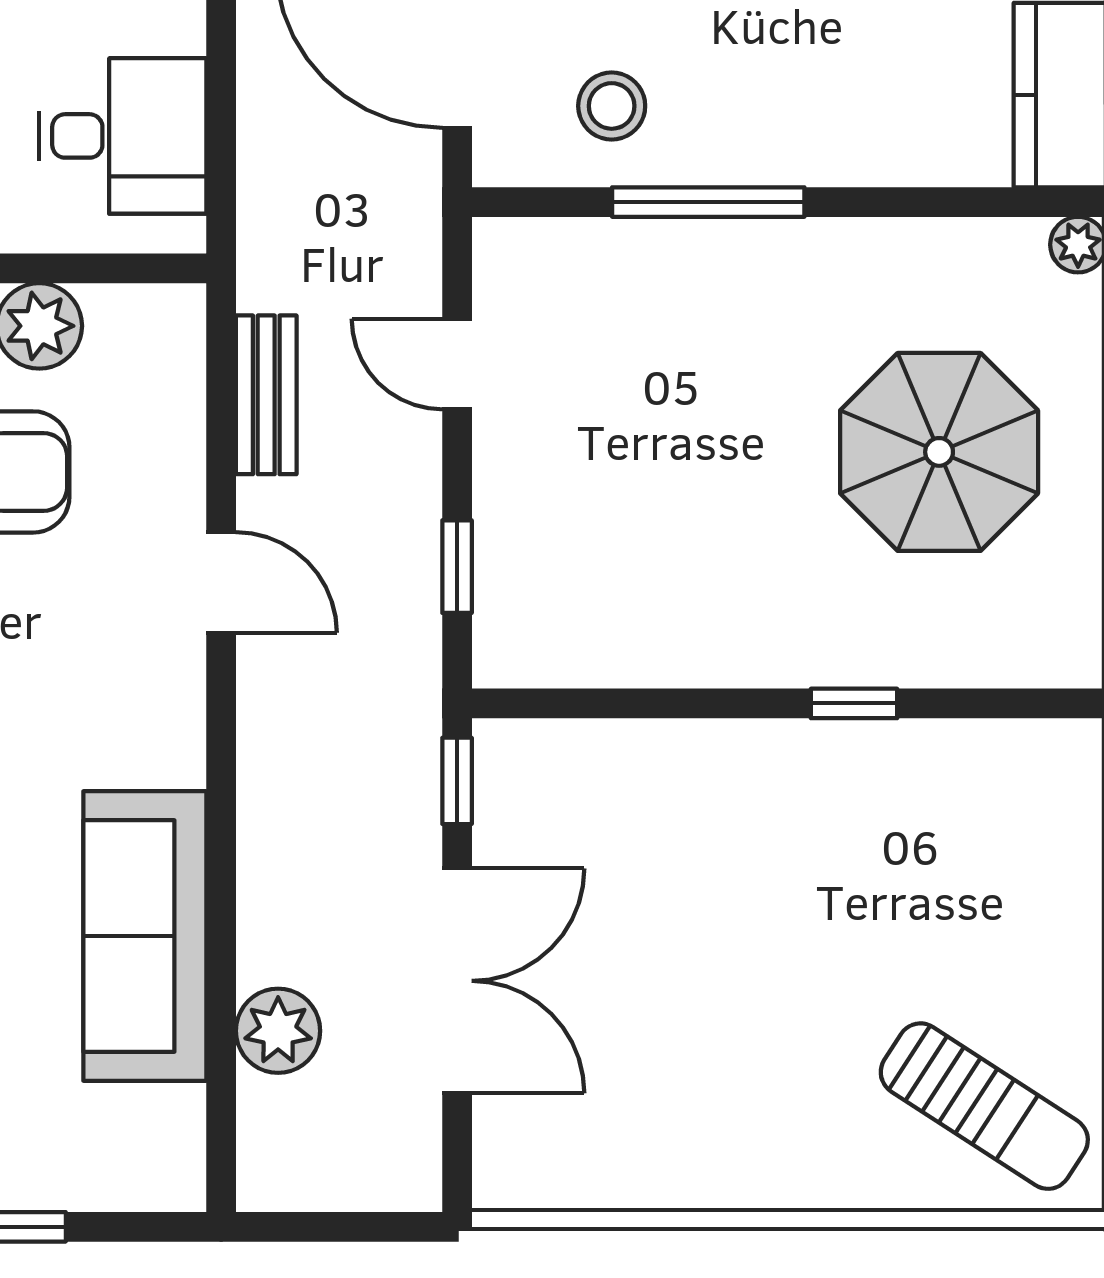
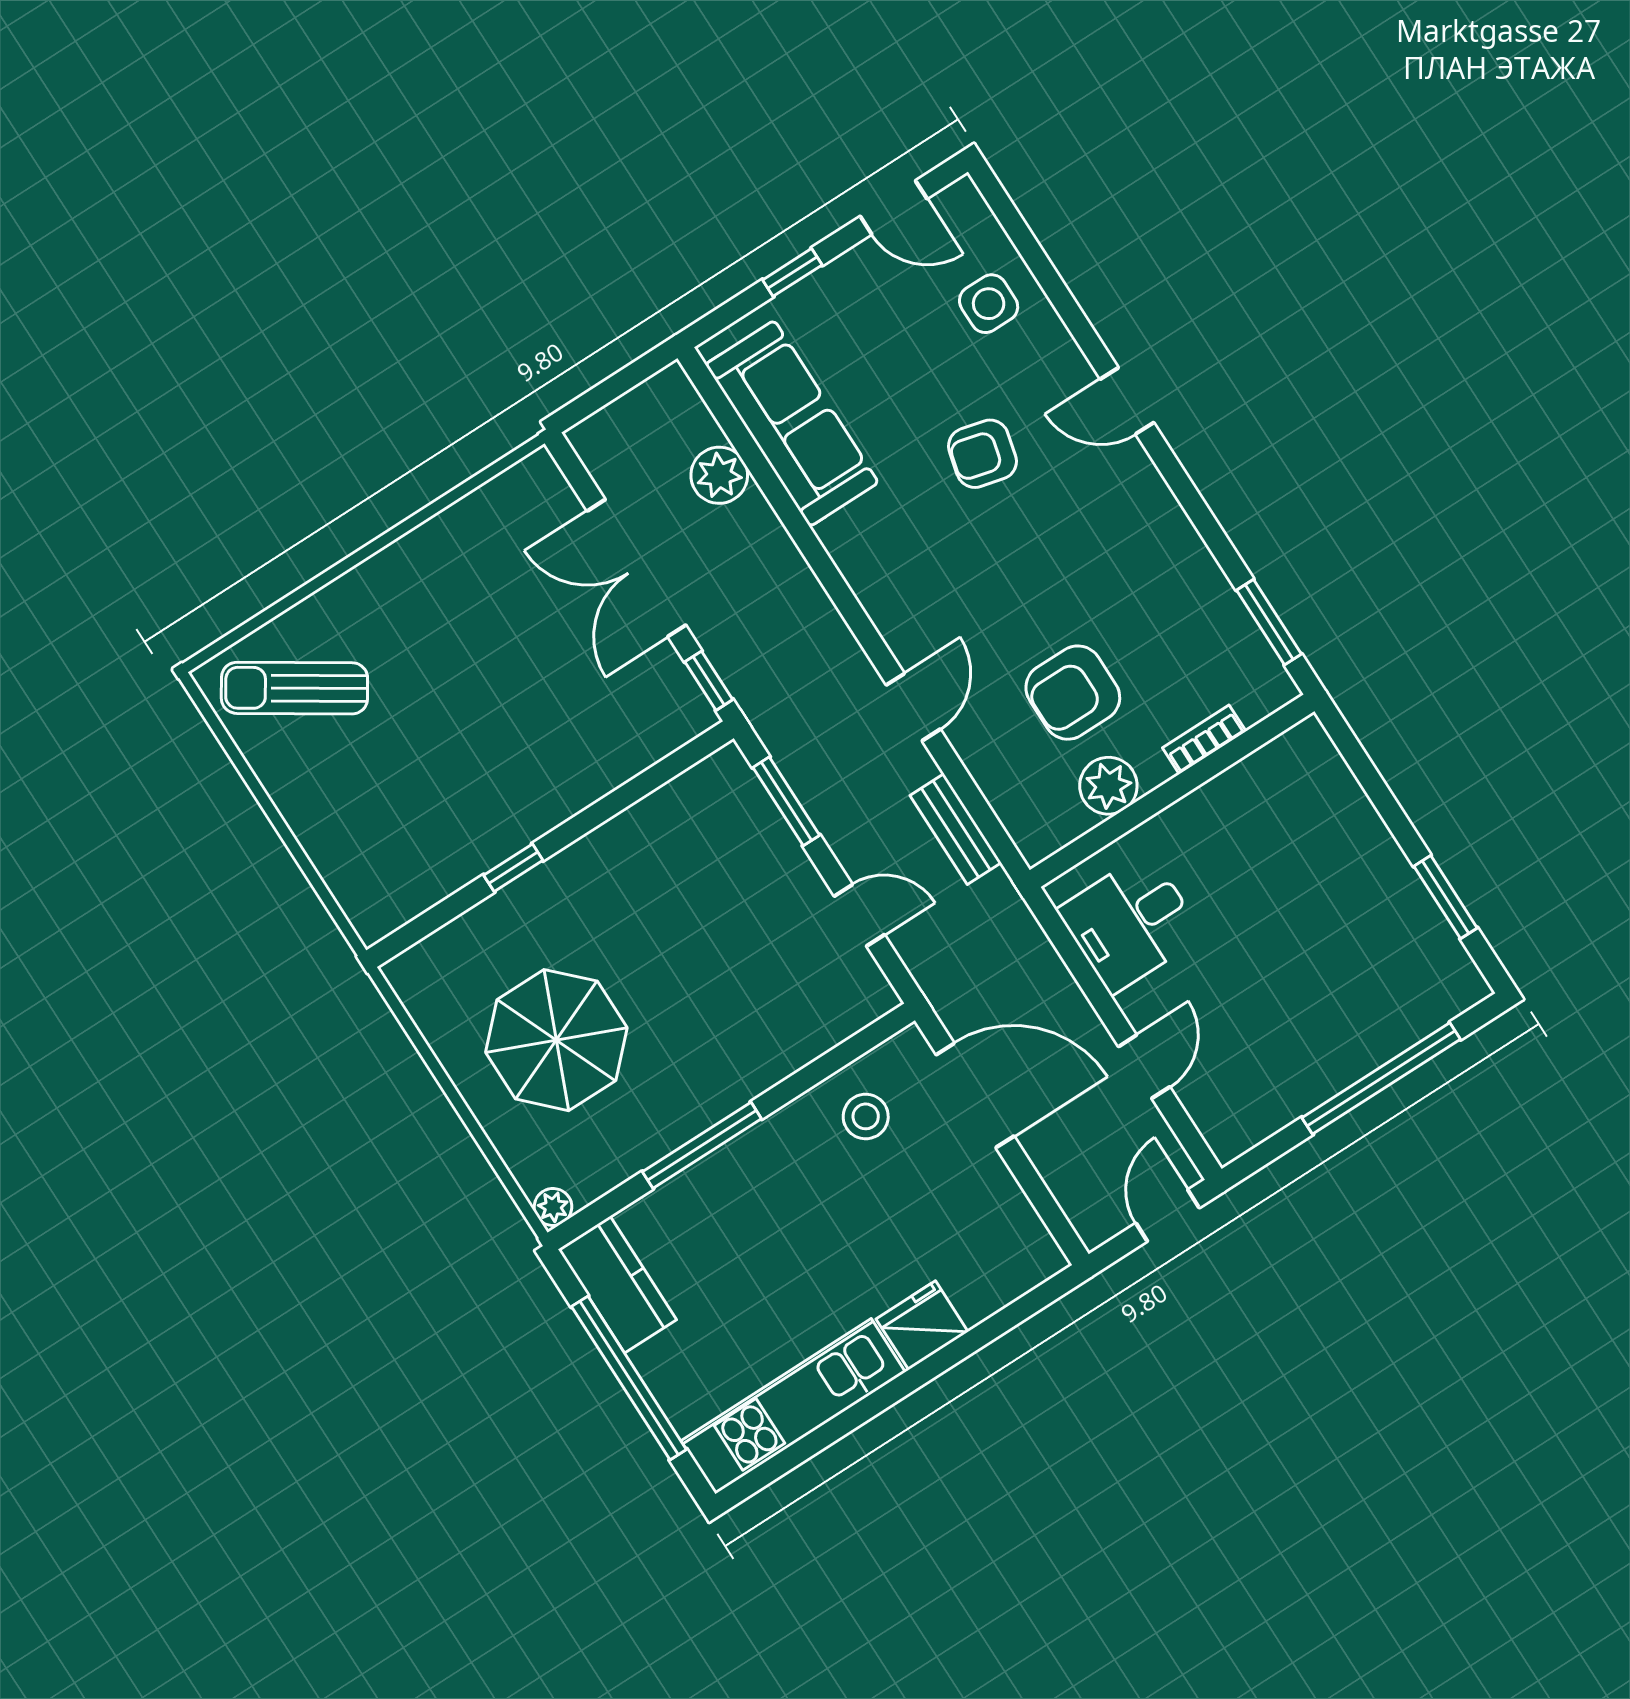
window: (708, 202) -> (702, 1145), moved
window: (457, 567) -> (786, 801), width x1.50
door: (221, 583) -> (913, 707), swing flipped
sofa: (145, 936) -> (792, 423), moved

